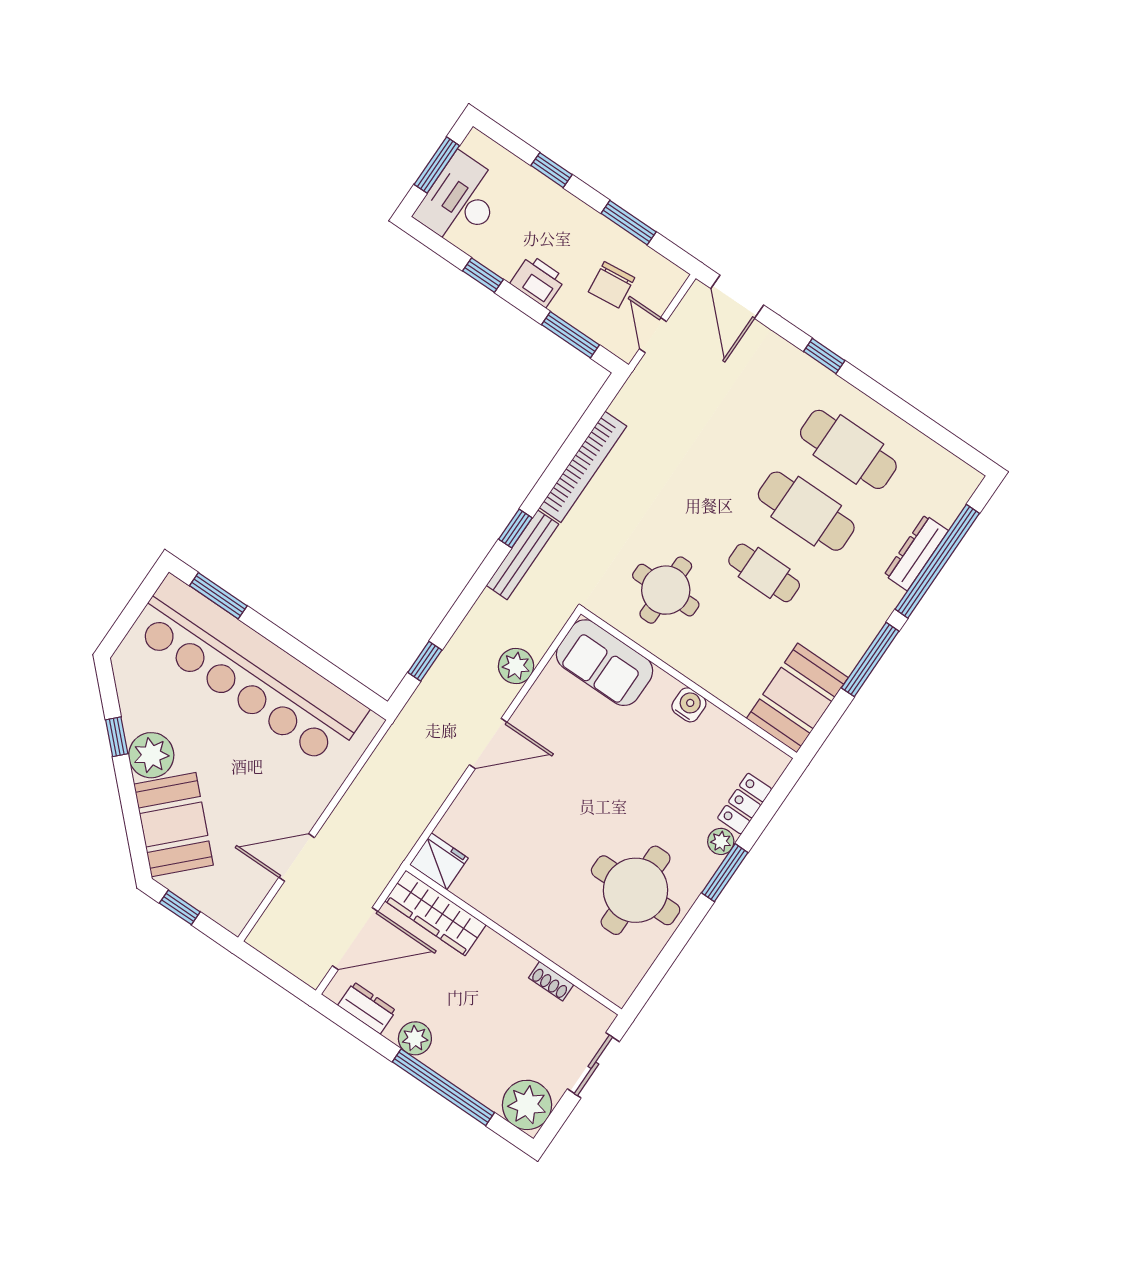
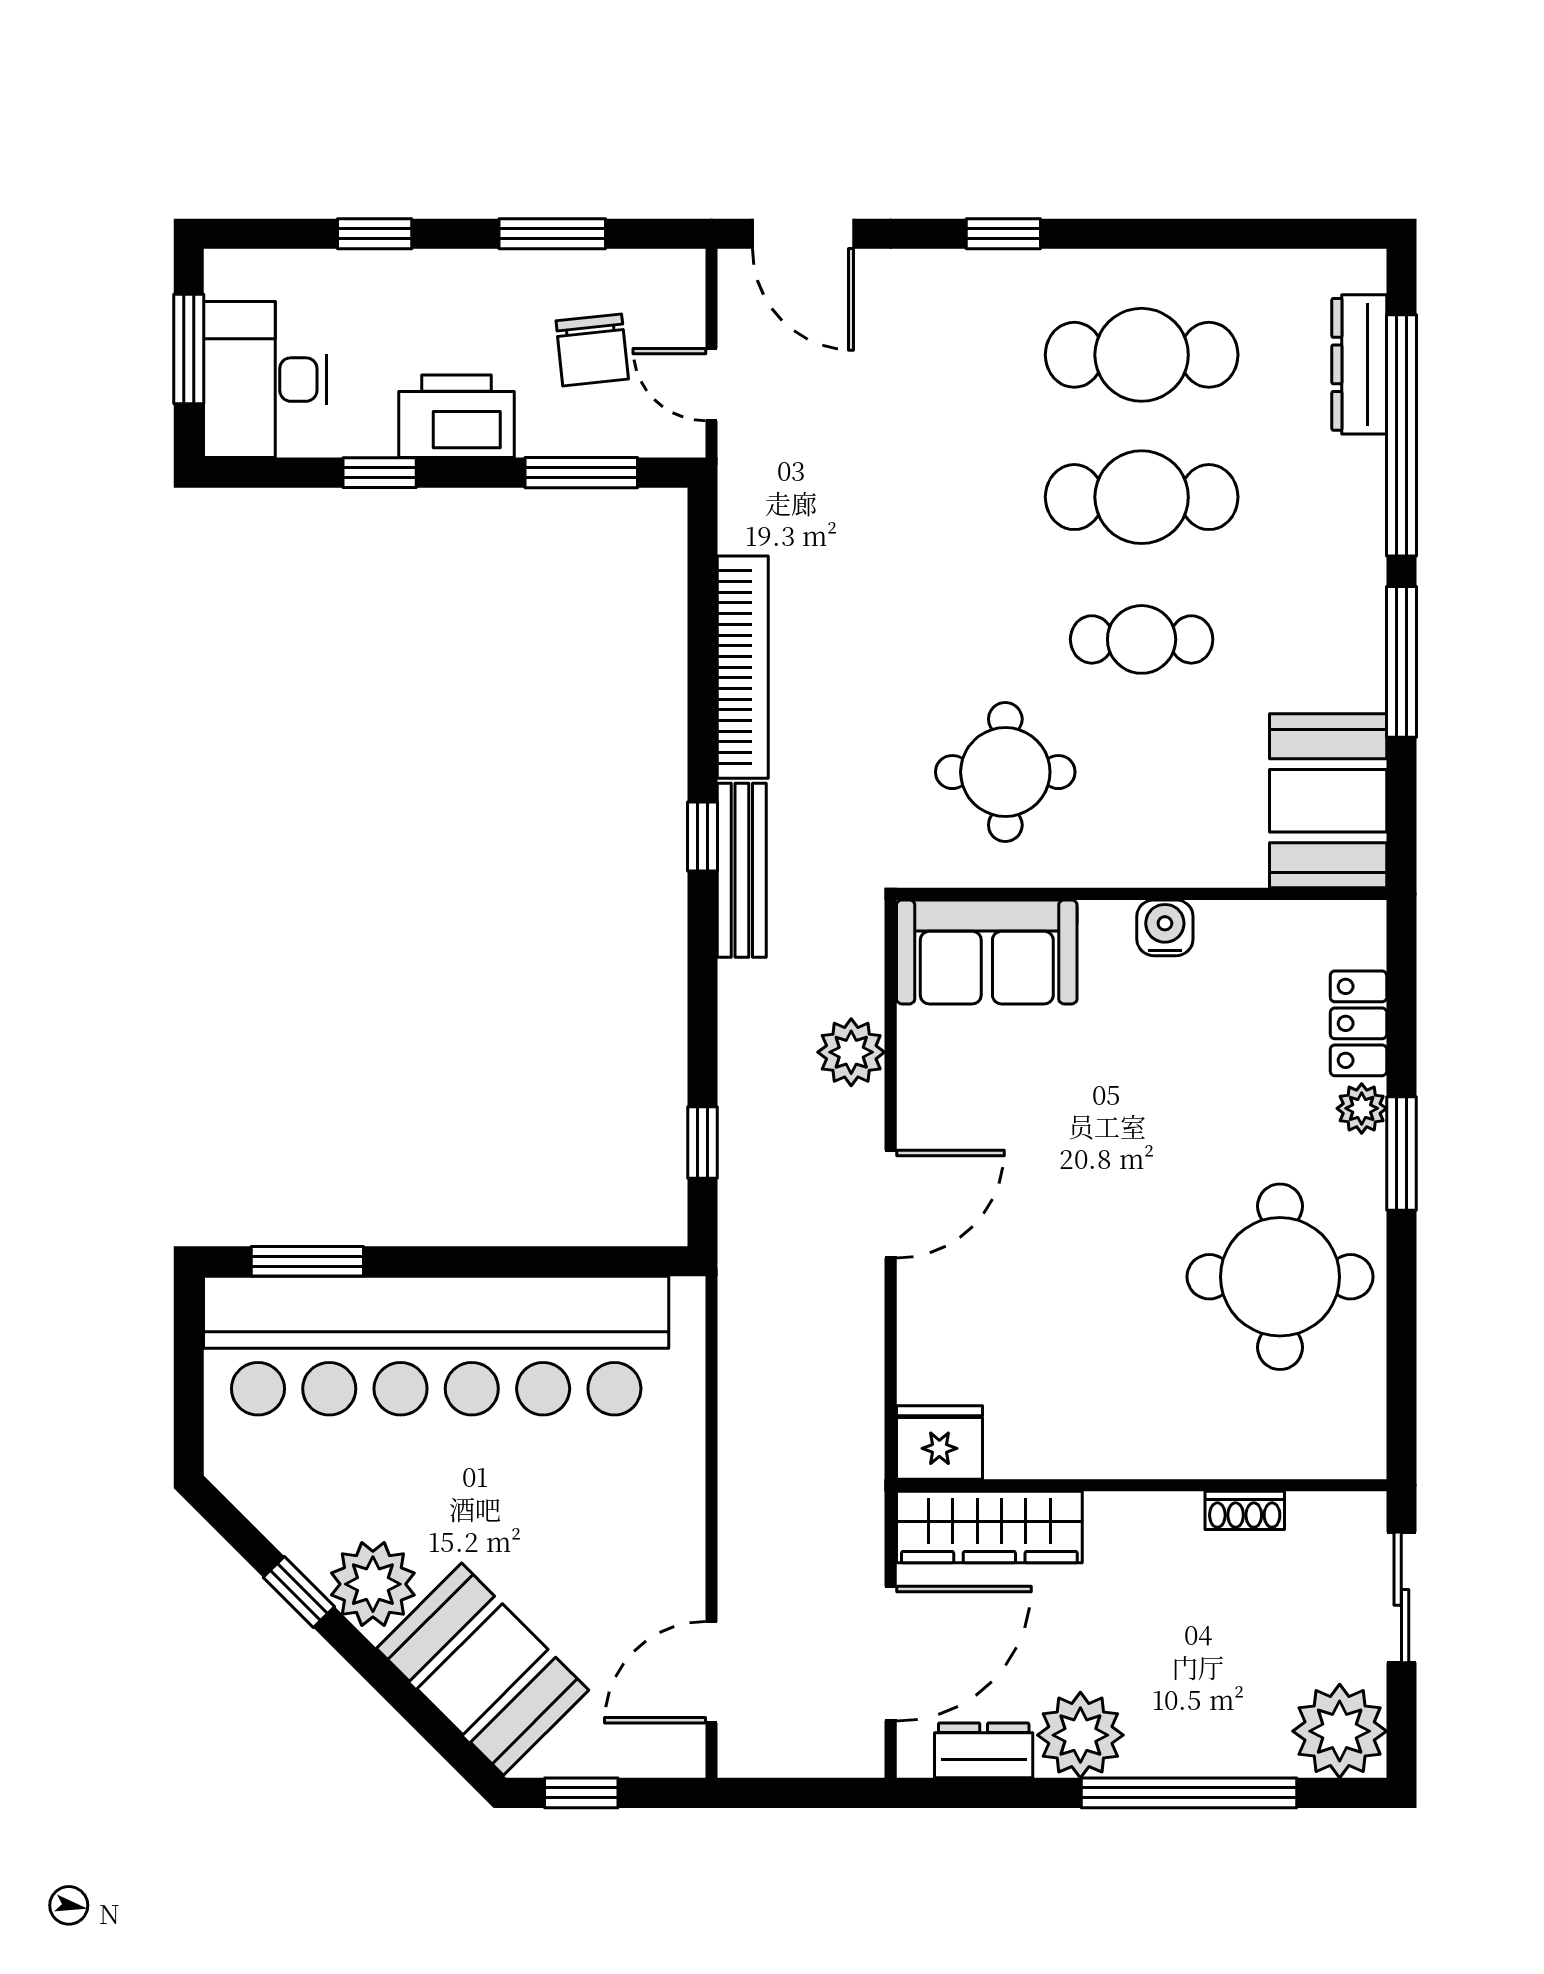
printer: (538, 281) -> (456, 416), width x1.37, depth x1.19
dresser: (916, 553) -> (1359, 364), moved
door: (297, 857) -> (711, 1672), moved
plant: (415, 1038) -> (1080, 1735), width x1.36, depth x1.36

